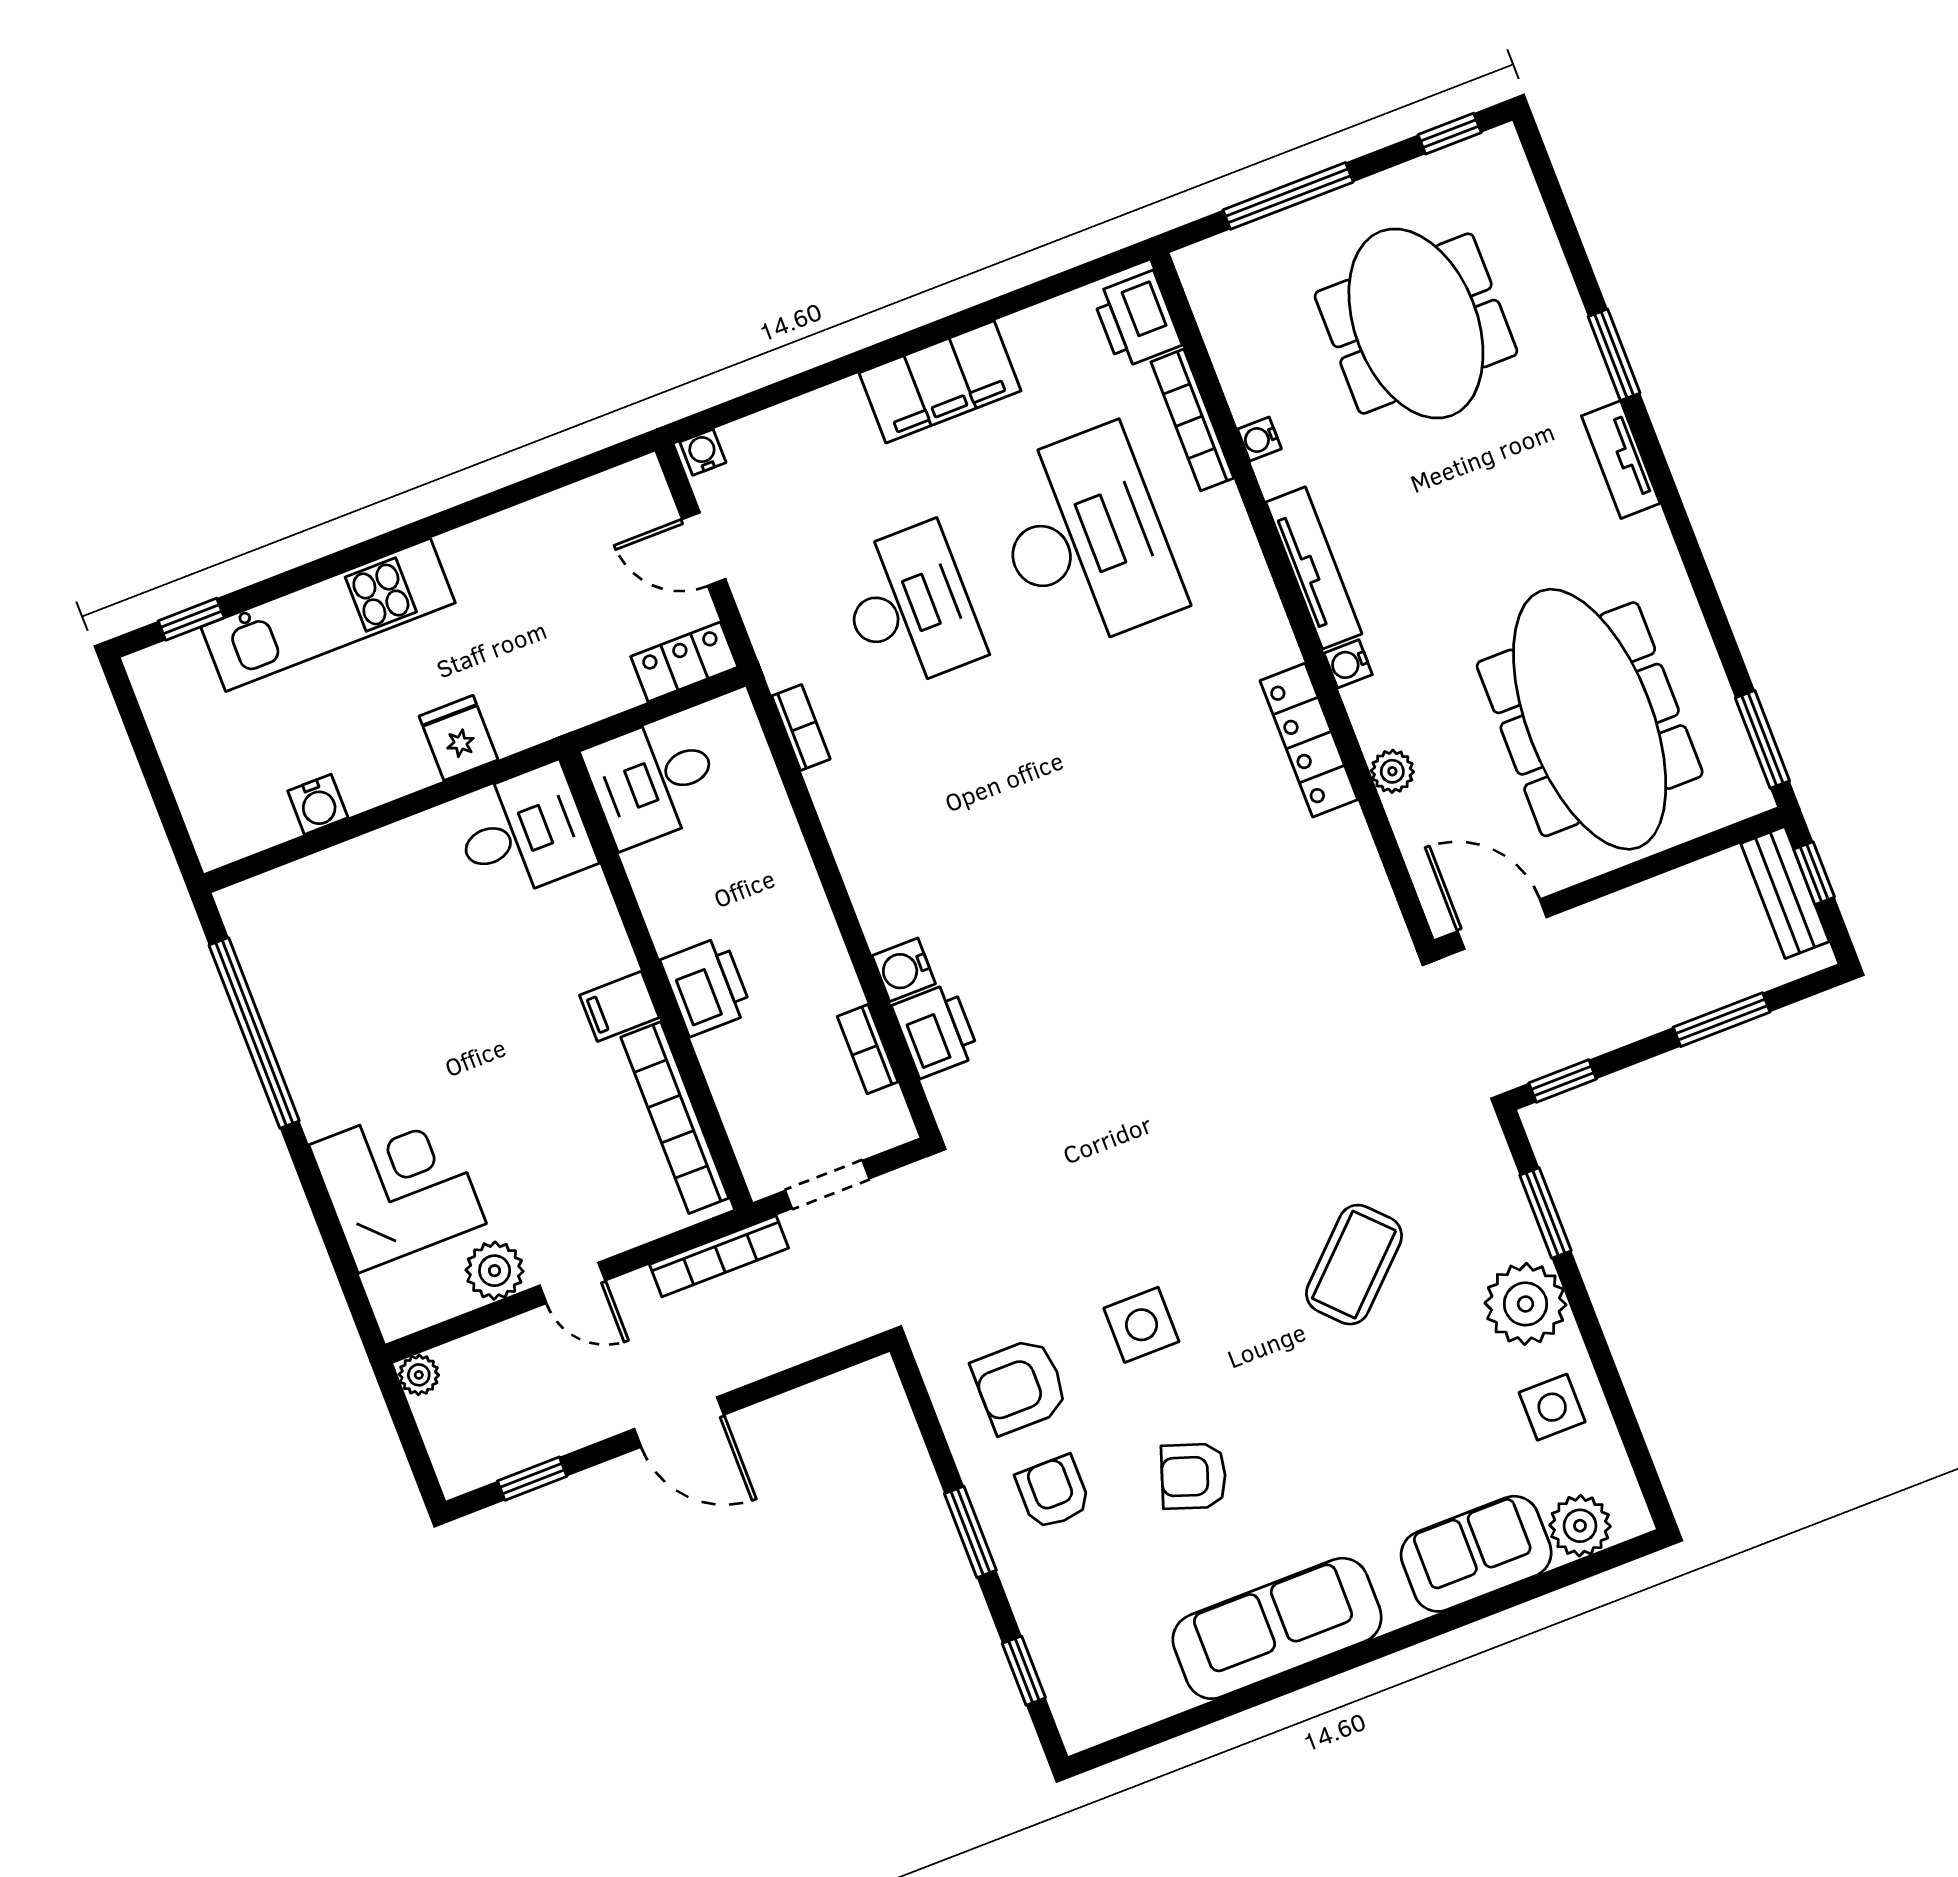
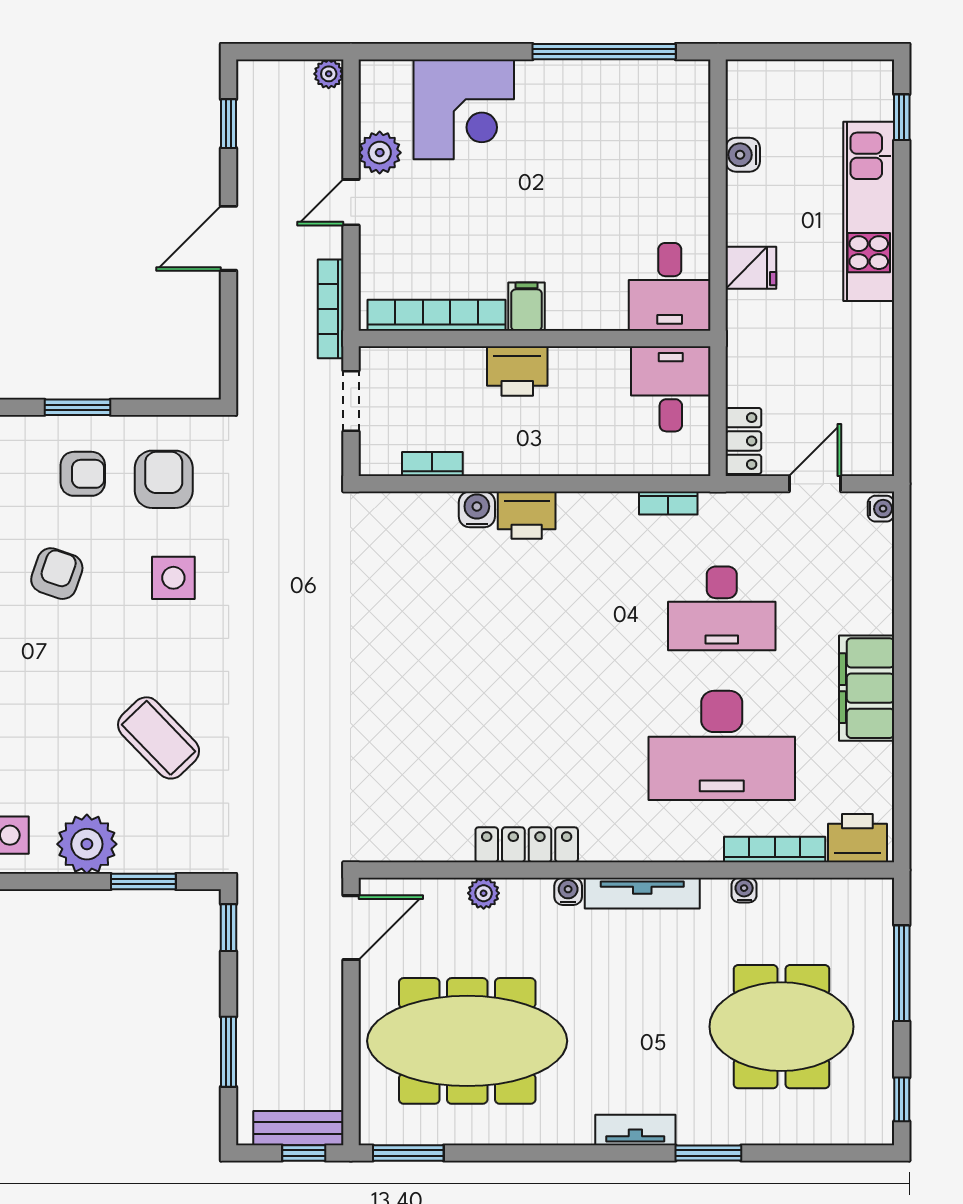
printer: (936, 1031) -> (527, 515), moved

